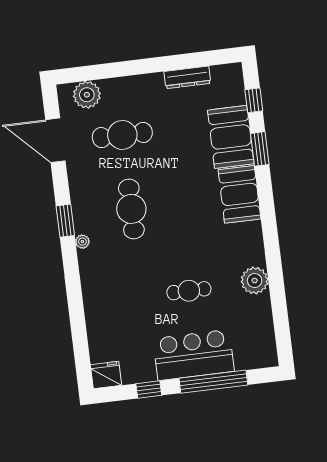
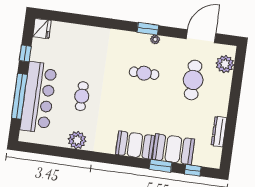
cafe table: (131, 209) -> (144, 73), width x0.73, depth x0.74
plant: (82, 242) -> (155, 39), moved
bar counter: (194, 355) -> (38, 97), width x1.36

